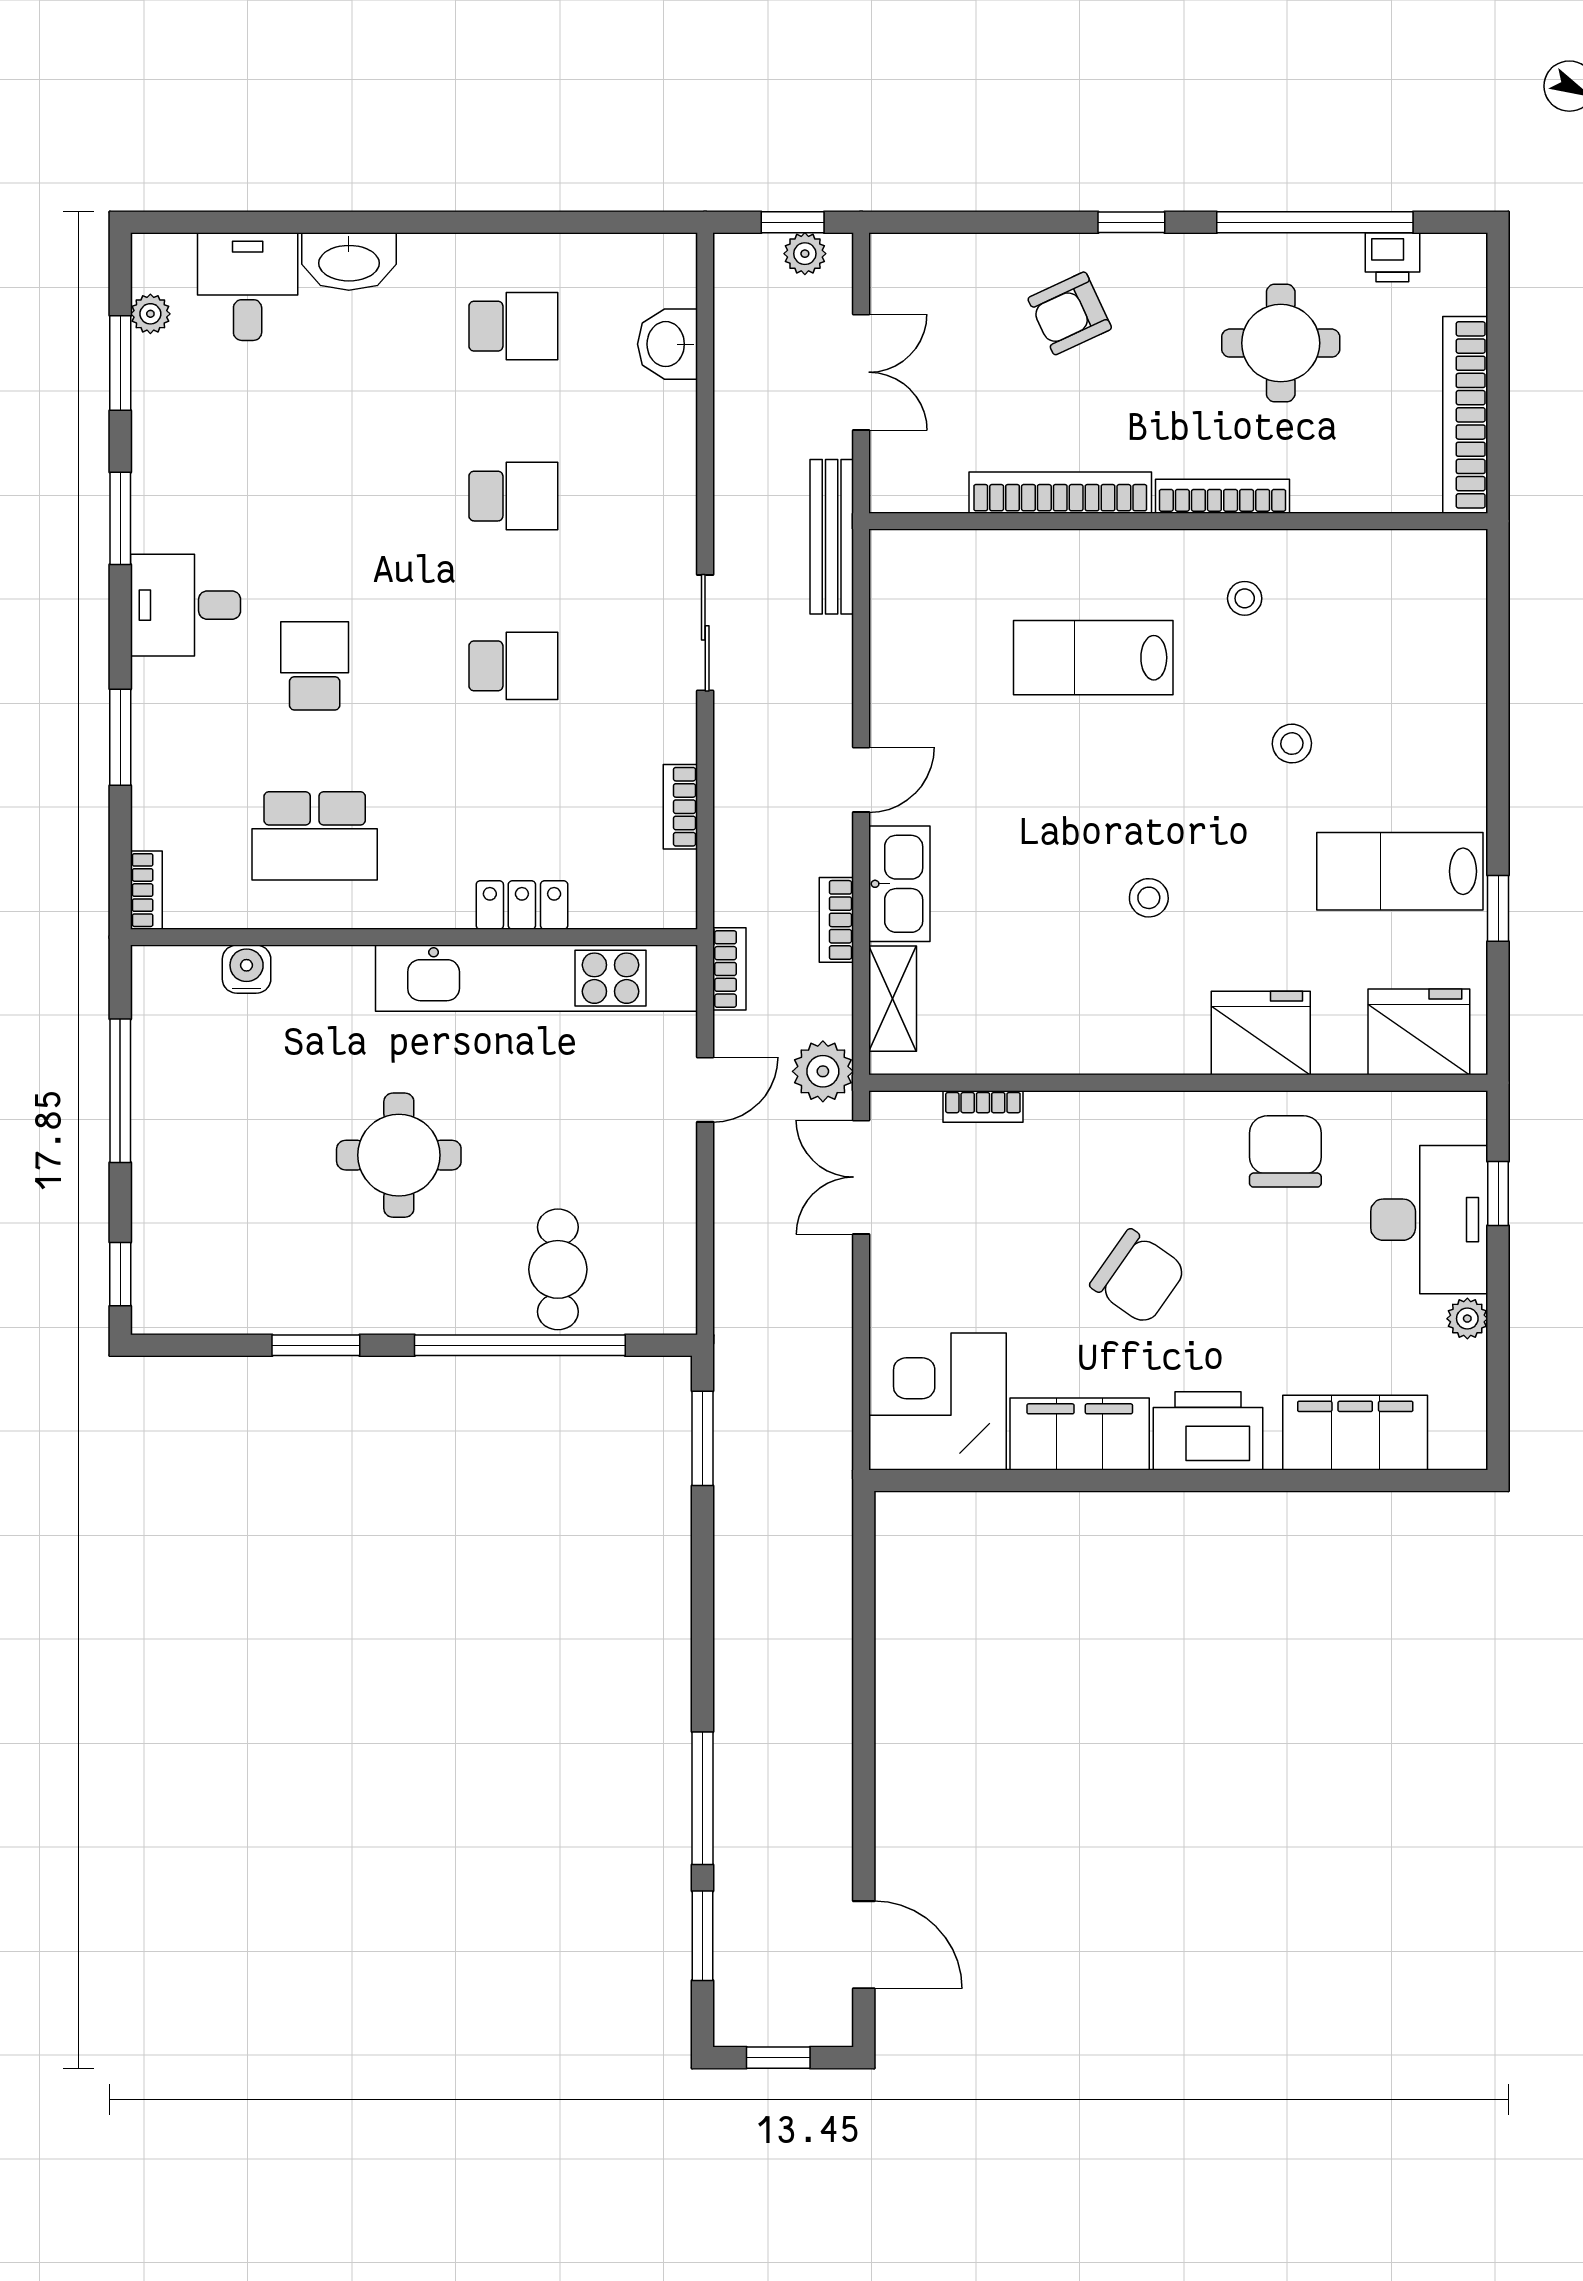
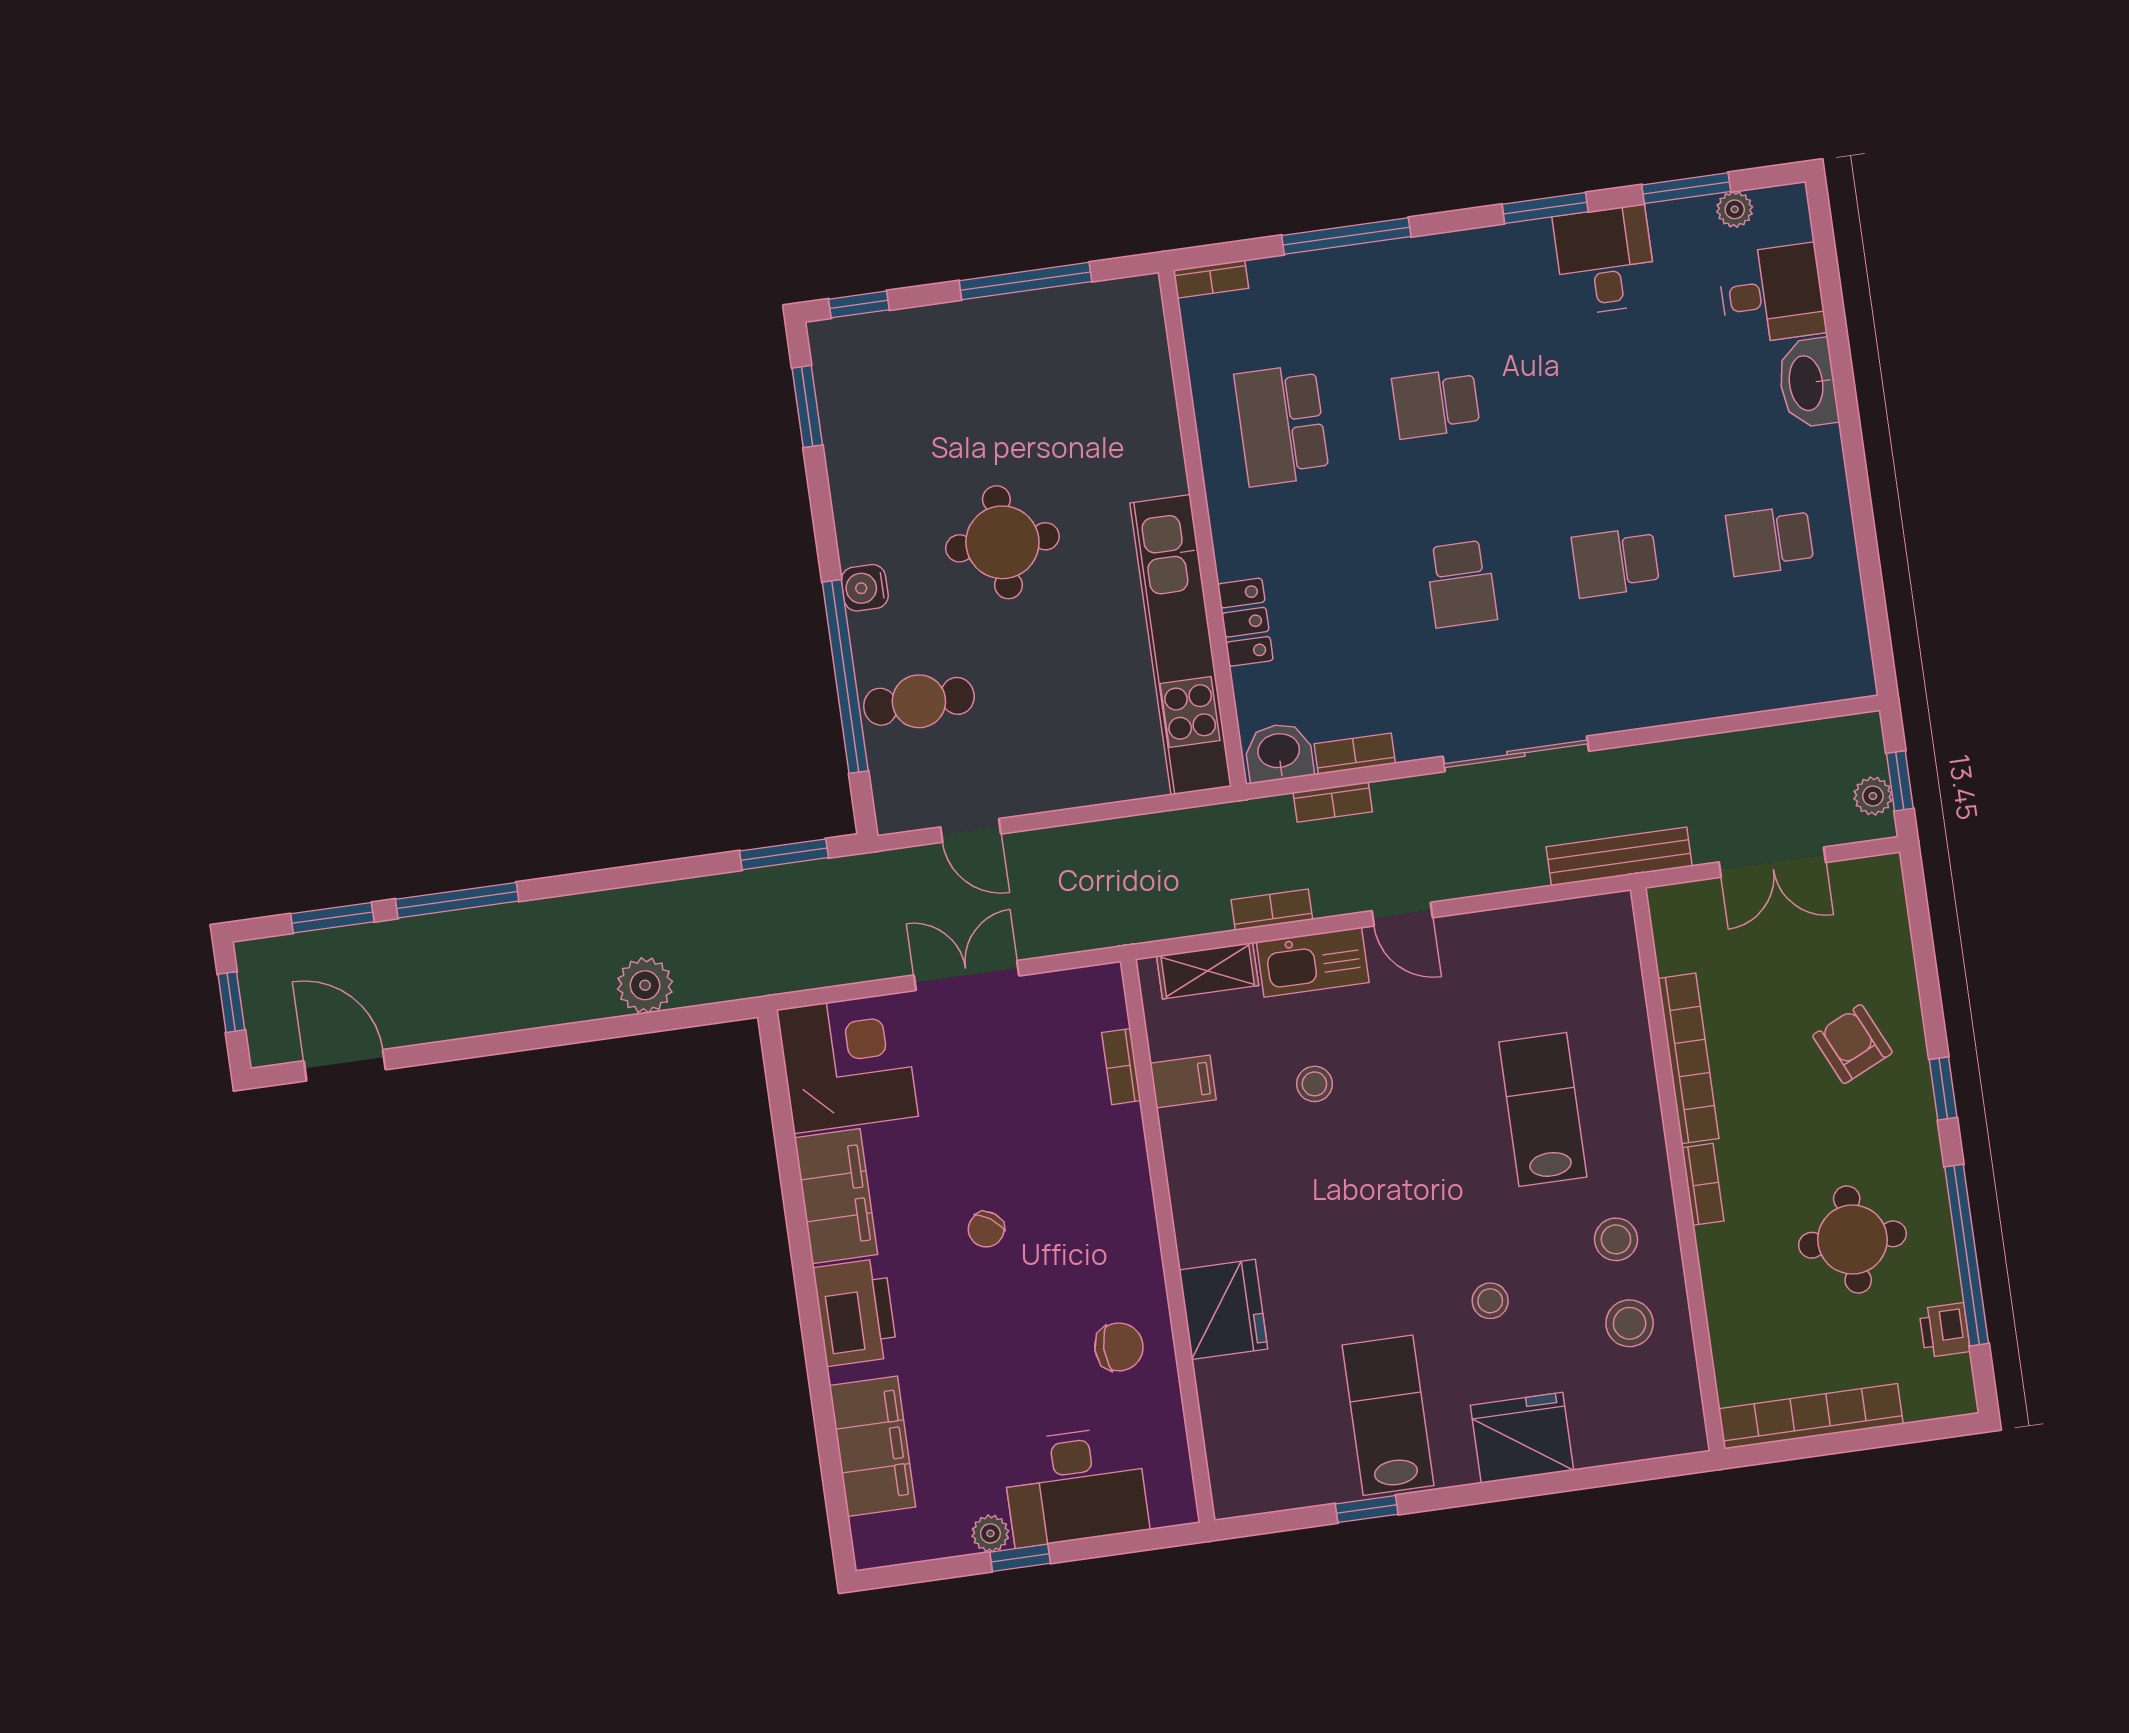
school desk: (513, 326) -> (1770, 541), turned 90
washbasin: (668, 344) -> (1279, 752), moved
school desk: (513, 496) -> (1616, 562), turned 90
bookcase: (1222, 496) -> (1703, 1184), width x0.64
stool: (1337, 596) -> (1630, 1323), added
stool: (1245, 598) -> (1616, 1239), width x1.37, depth x1.37
desk: (186, 605) -> (1605, 260), moved
sliding door: (705, 633) -> (1516, 754), width x1.37
school desk: (315, 666) -> (1436, 403), turned 180
window: (120, 737) -> (1346, 236), width x1.44
stool: (1149, 898) -> (1314, 1084), moved
water cooler: (247, 969) -> (865, 588), moved, turned 180
bookcase: (729, 969) -> (1333, 802), moved
fridge: (1419, 1032) -> (1522, 1438), moved, turned -90
filing cabinet: (1008, 1042) -> (1183, 1081), added
plant: (823, 1071) -> (645, 985), moved
door: (705, 1090) -> (971, 830), moved
chair: (1285, 1151) -> (1119, 1347), width x0.73, depth x0.73
double door: (861, 1177) -> (967, 975), moved
window: (1498, 1194) -> (1020, 1558), moved
chair: (1138, 1277) -> (986, 1229), width x0.54, depth x0.54
window: (316, 1345) -> (807, 407), moved
door: (864, 1945) -> (345, 1065), swing flipped

